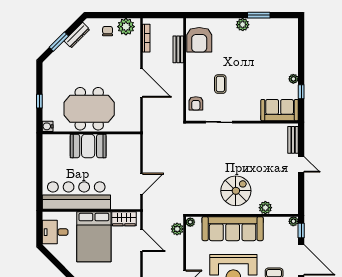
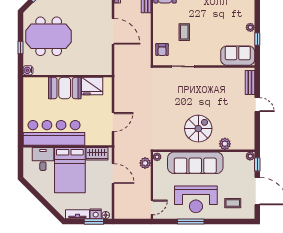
meeting table: (89, 109) -> (49, 36), moved
fridge: (118, 144) -> (92, 86), added
desk: (55, 232) -> (43, 159), moved, turned 90

